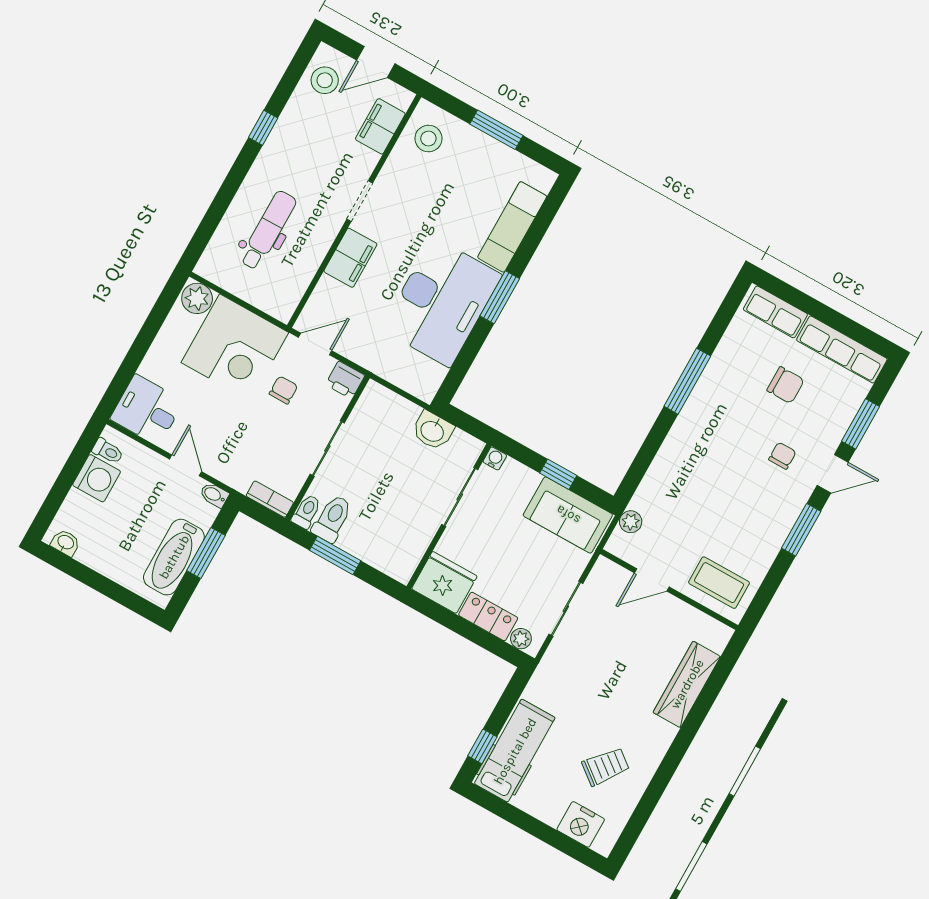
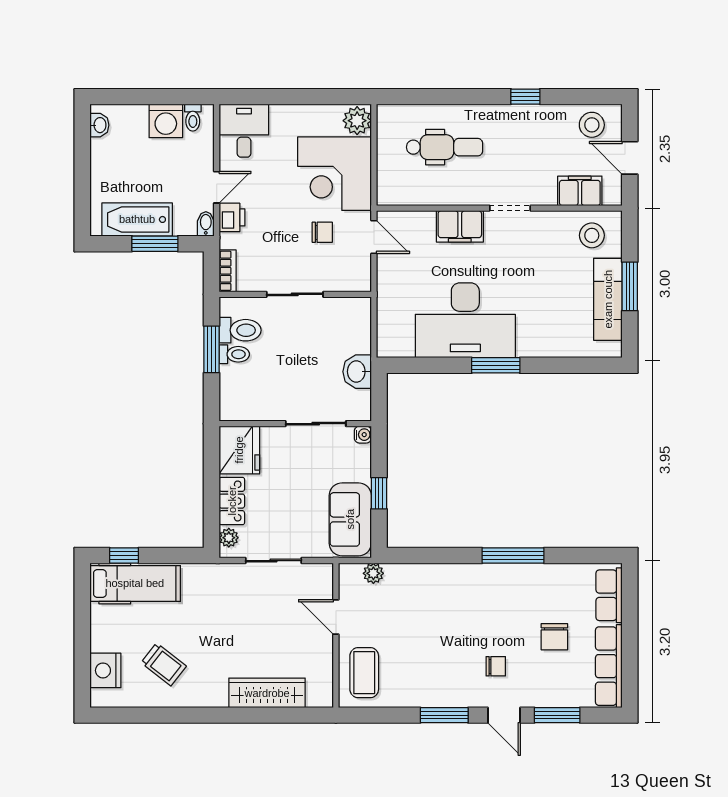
exam couch: (512, 227) -> (608, 299), moved, turned -90
printer: (345, 380) -> (232, 217), moved, turned 180
toilet: (307, 511) -> (234, 354), moved

